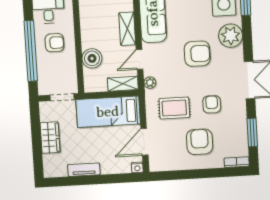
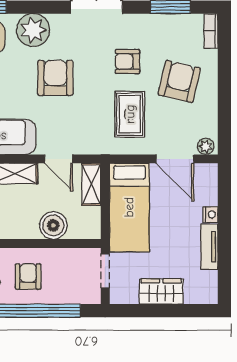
plant: (150, 83) -> (206, 146), moved
armchair: (200, 142) -> (179, 81), turned 103
nightstand: (137, 167) -> (211, 215), moved

